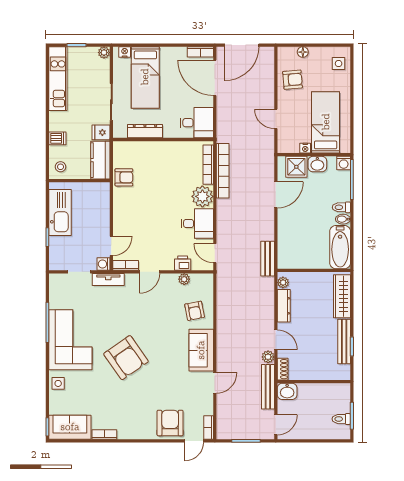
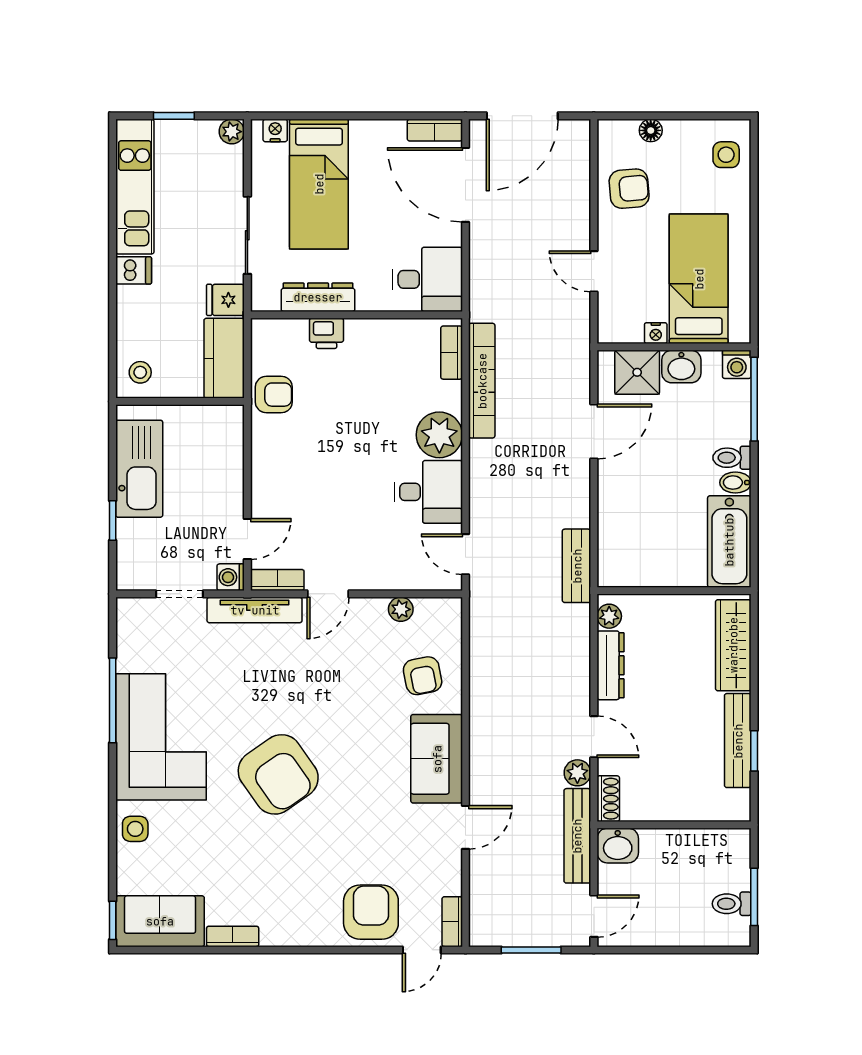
dishwasher: (57, 138) -> (134, 270), moved
bookcase: (208, 165) -> (452, 353), width x0.64
printer: (183, 263) -> (326, 333), moved, turned 180
tv unit: (108, 280) -> (255, 610), width x1.41

